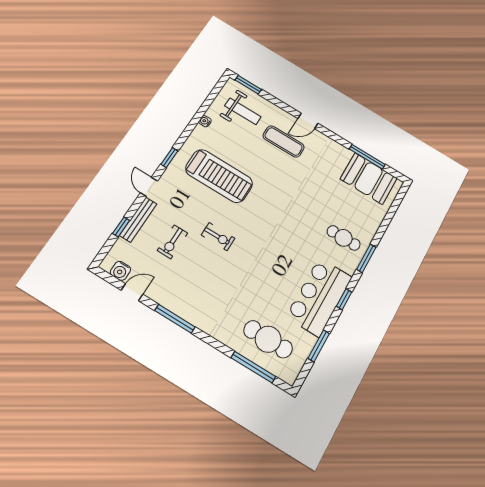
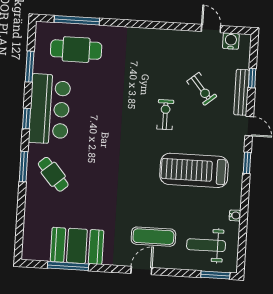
booth: (369, 179) -> (77, 246), moved
exercise bike: (218, 237) -> (165, 115), turned 90
cafe table: (344, 238) -> (53, 174), turned 49
exercise bike: (172, 242) -> (202, 89), turned 140
door: (132, 292) -> (211, 29), swing flipped
window: (175, 319) -> (163, 26), removed

